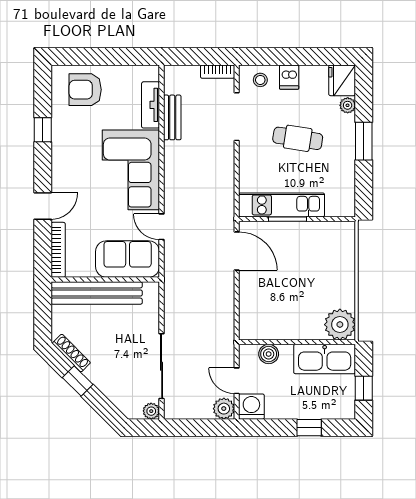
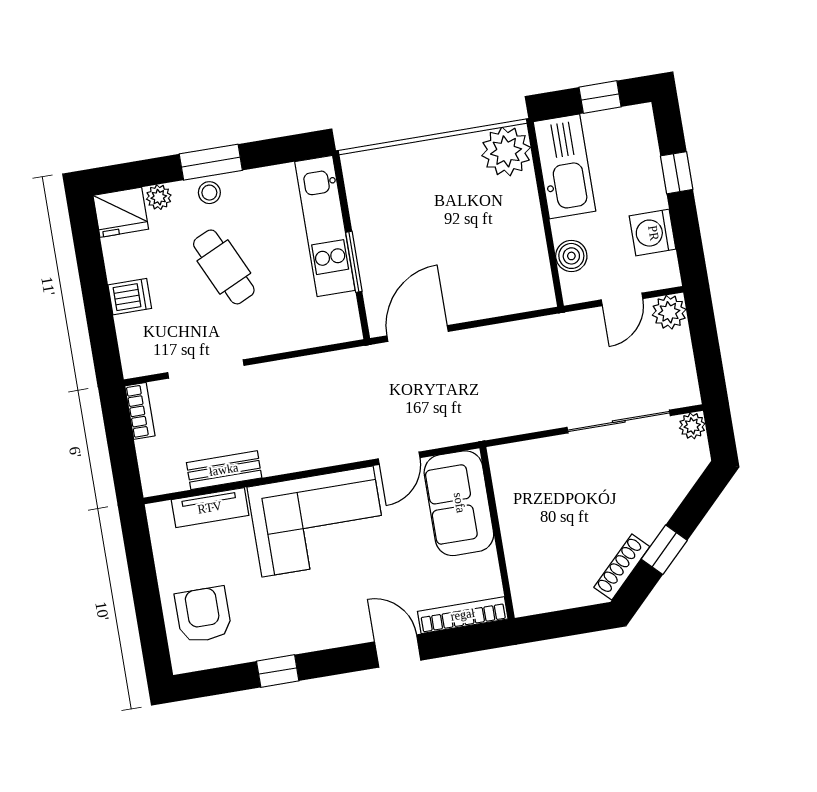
stool: (260, 80) -> (209, 193), moved
armchair: (85, 90) -> (203, 615), turned 180
cafe table: (298, 138) -> (224, 267), turned -34
kitchen unit: (282, 205) -> (325, 226), moved
bench: (97, 293) -> (521, 543), removed
washing machine: (251, 407) -> (653, 233), moved

